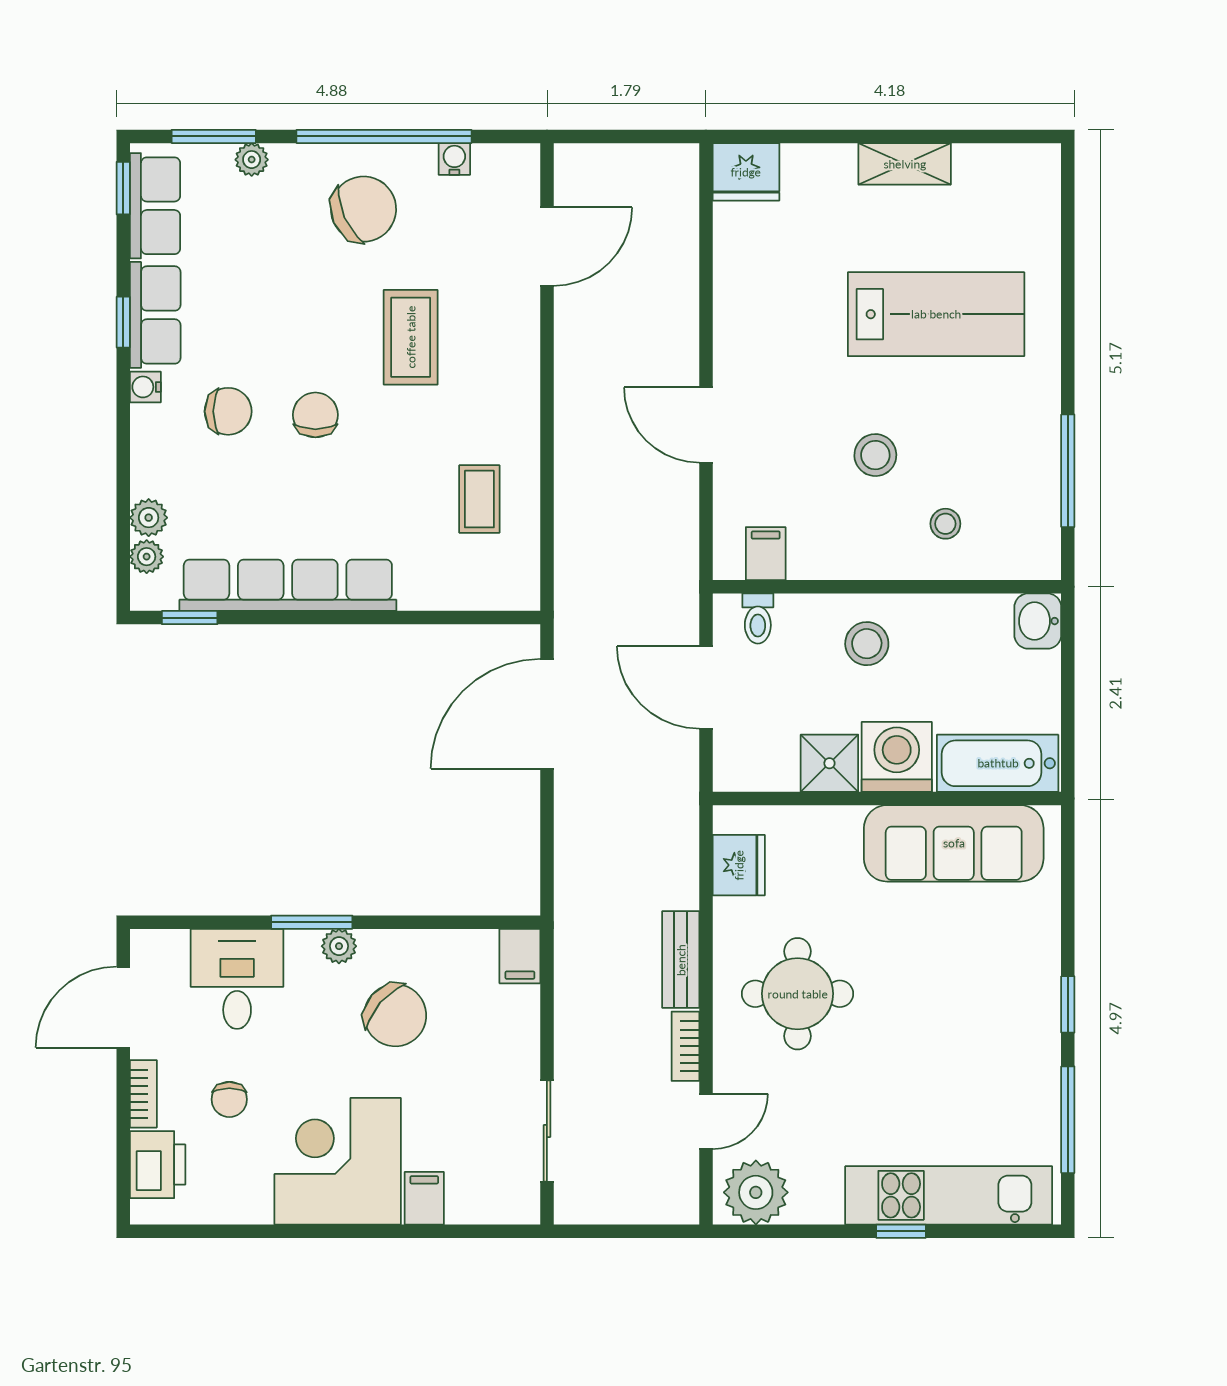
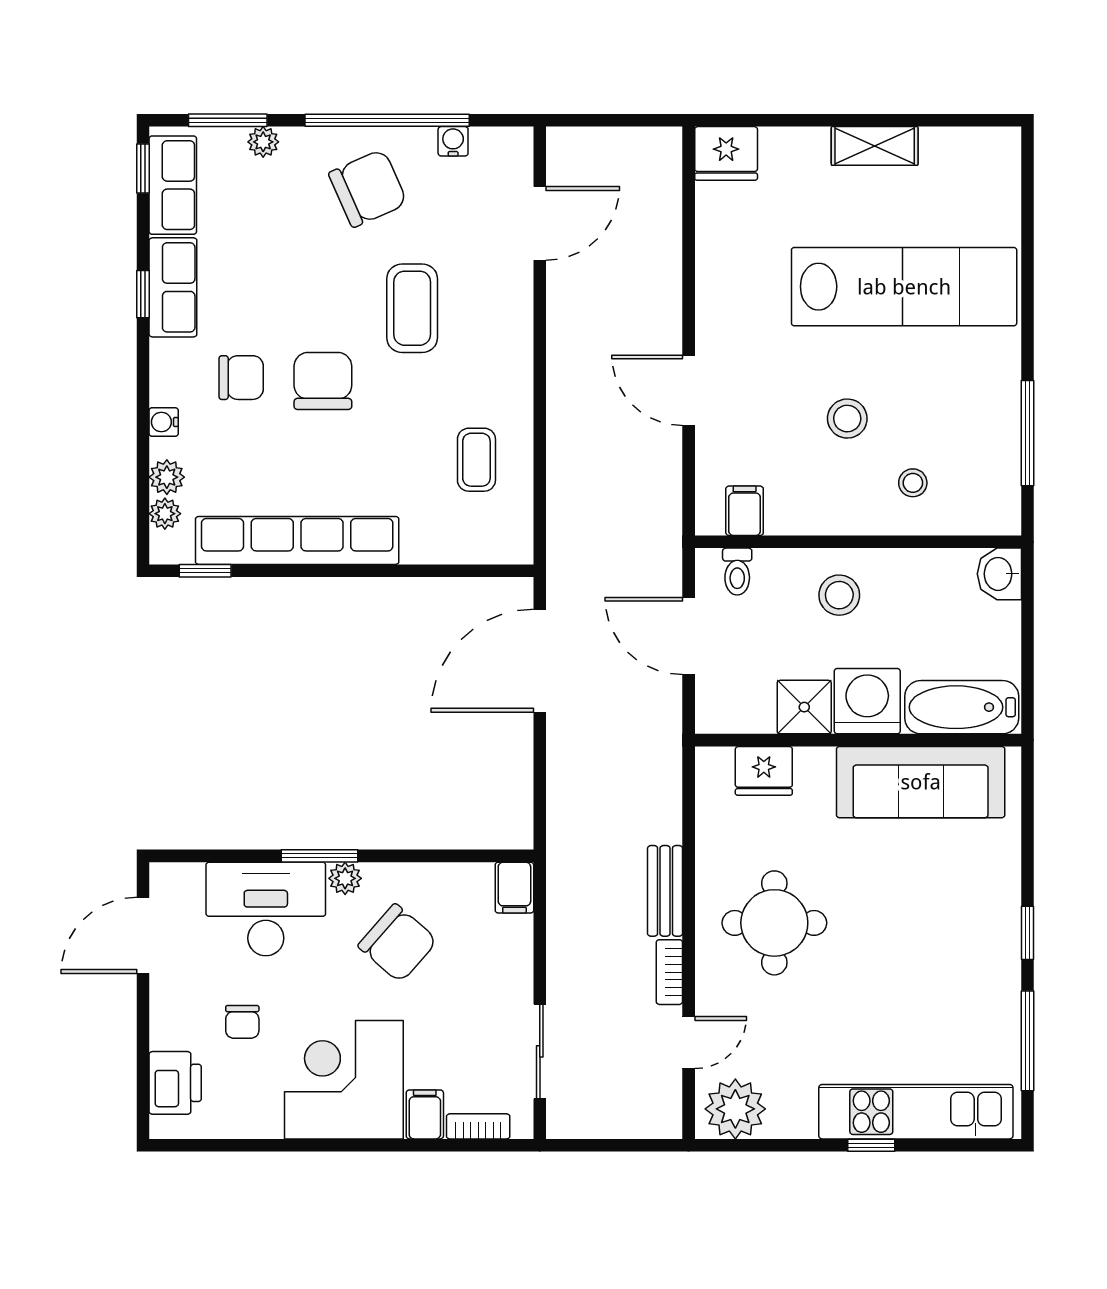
lab bench: (936, 314) -> (904, 287), width x1.36
water cooler: (145, 387) -> (164, 422), moved
chair: (315, 415) -> (323, 381), width x1.37, depth x1.37
fridge: (739, 865) -> (764, 771), moved, turned 90
desk: (237, 979) -> (266, 909), width x1.37
bookcase: (143, 1094) -> (478, 1126), moved, turned -90

